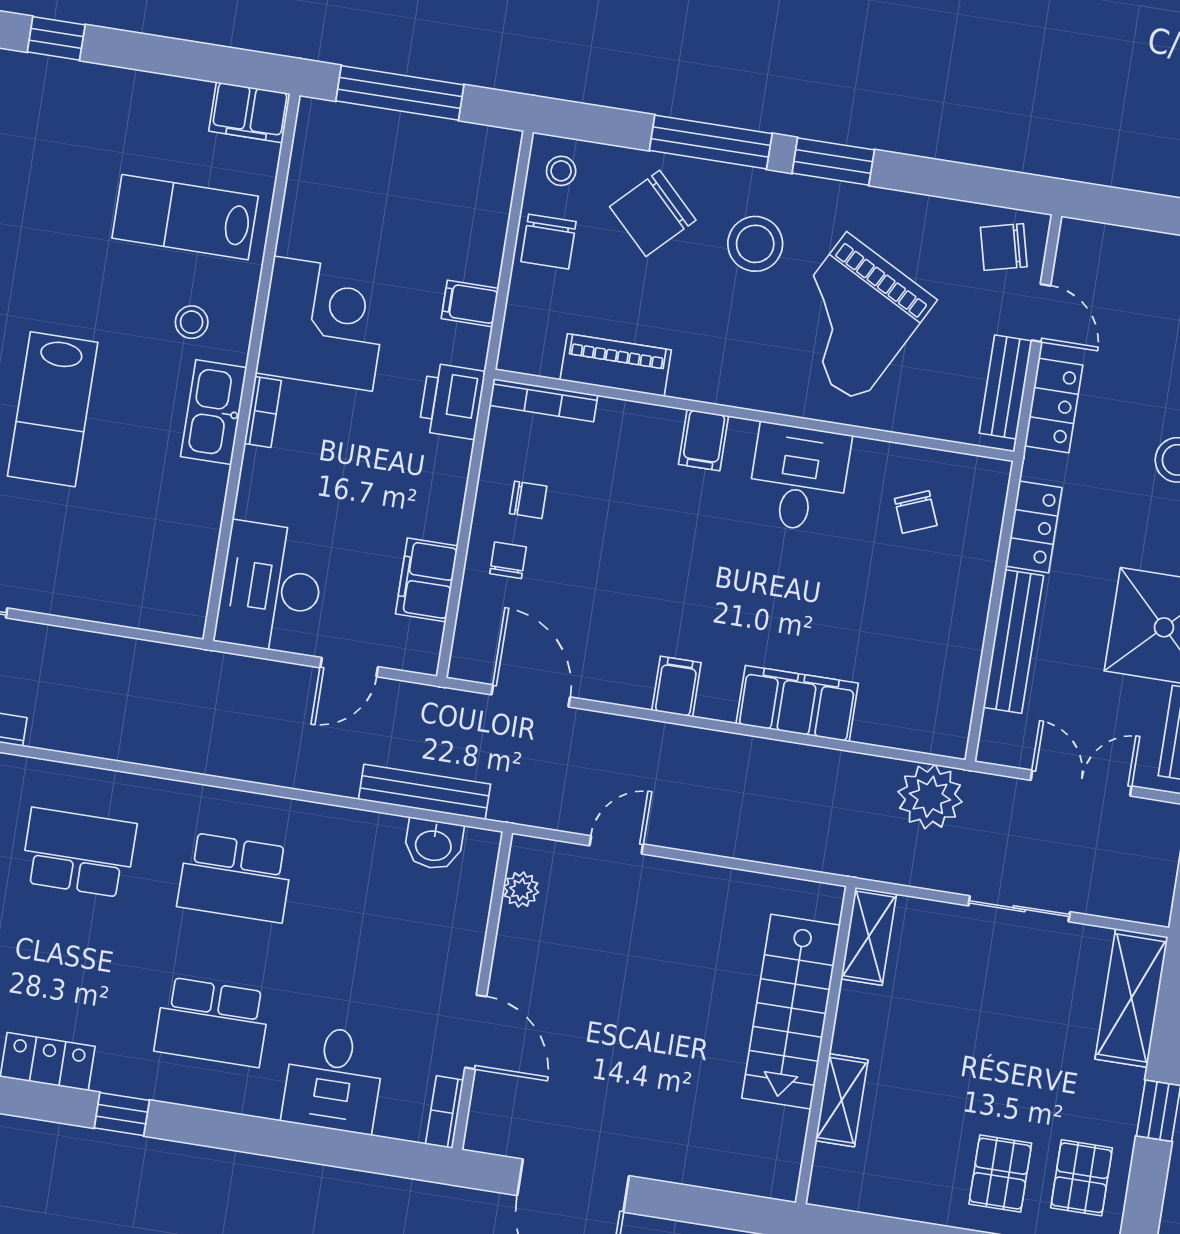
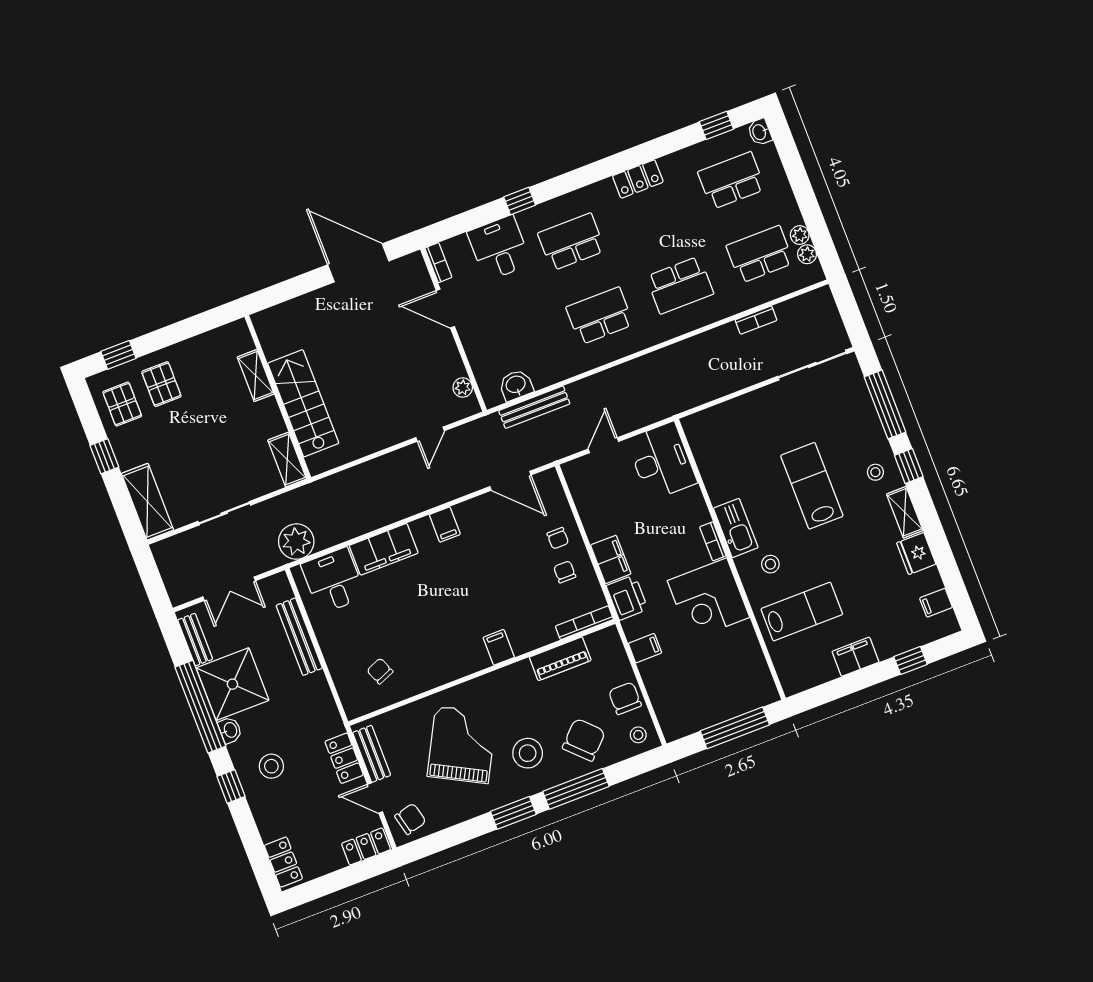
filing cabinet: (249, 112) -> (855, 657), moved
desk: (799, 478) -> (333, 581), moved, turned 180
chair: (528, 500) -> (565, 572), turned 90
locker: (1034, 527) -> (366, 846), moved, turned 90
filing cabinet: (427, 580) -> (611, 559), moved
window: (122, 1114) -> (520, 201), moved

